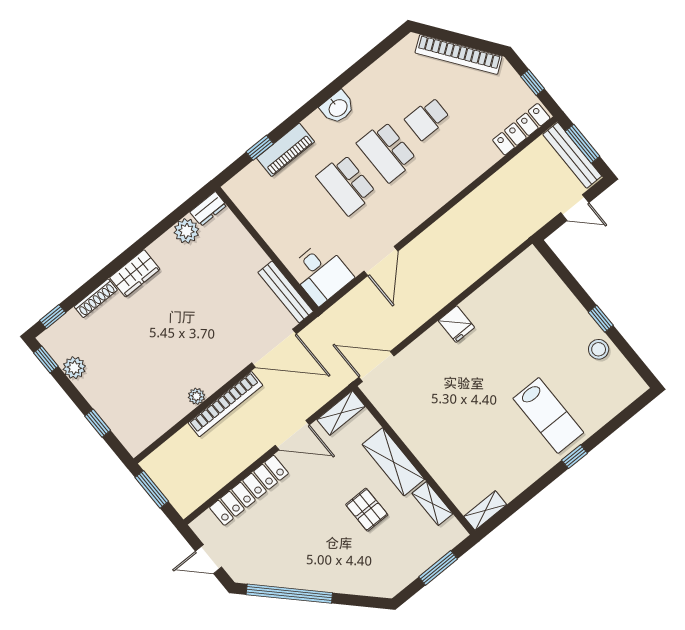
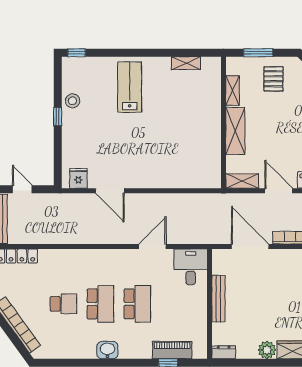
piano: (285, 150) -> (172, 350), moved
plant: (186, 231) -> (267, 350), moved
bench: (286, 292) -> (218, 299), moved
fridge: (456, 324) -> (78, 178), moved
door: (376, 367) -> (110, 191), moved
window: (574, 457) -> (77, 53), moved
pallet: (367, 510) -> (273, 79), moved
shelving: (485, 510) -> (186, 63), moved

